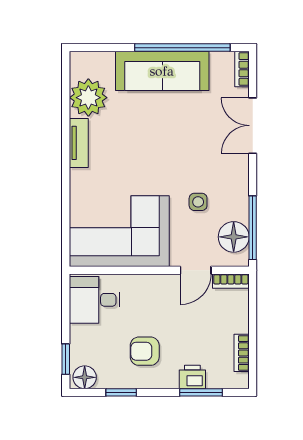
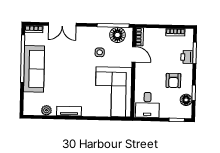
plant: (88, 98) -> (46, 110), width x0.53, depth x0.53
floor lamp: (85, 377) -> (186, 100), moved

